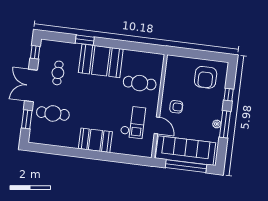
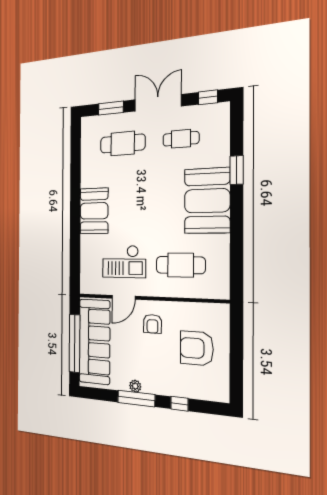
armchair: (206, 77) -> (197, 348), moved
cafe table: (140, 83) -> (181, 265), turned 90
cafe table: (53, 113) -> (123, 144), turned 90

